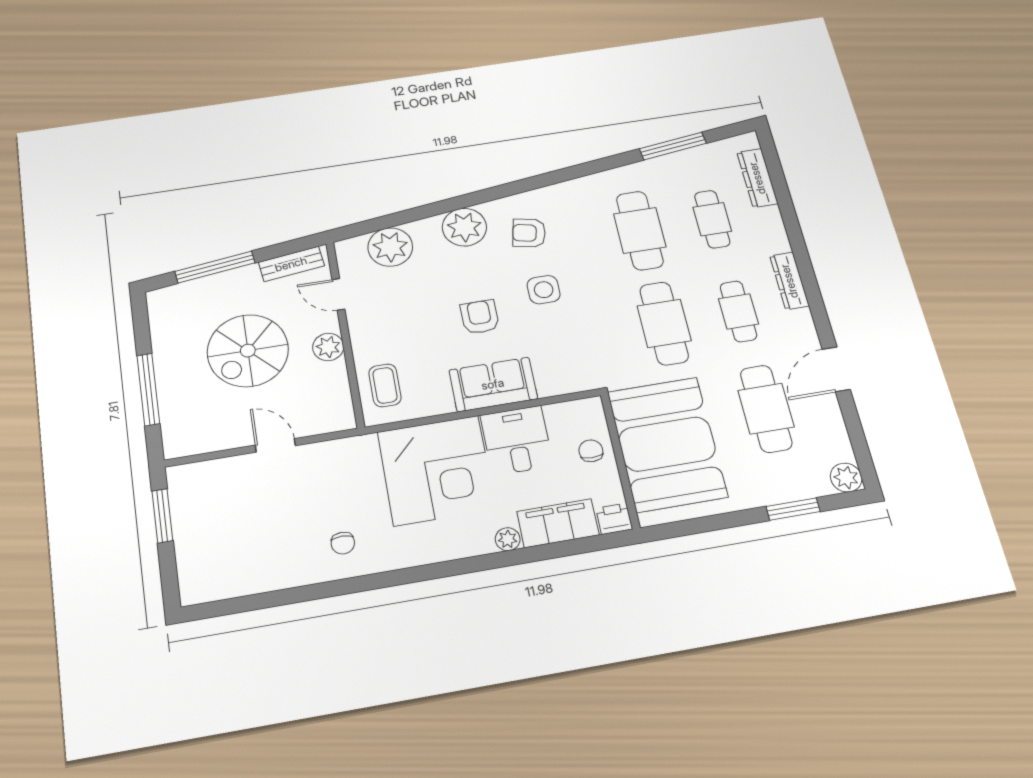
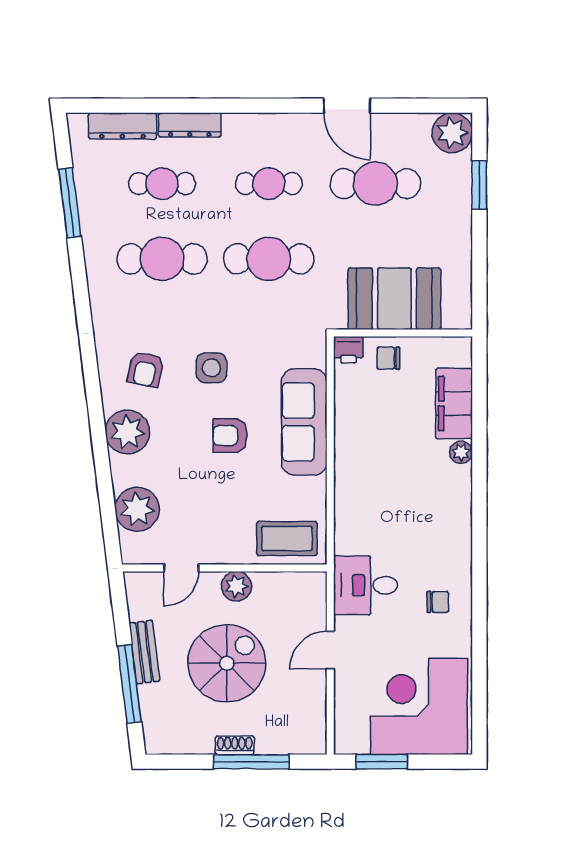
bench: (291, 264) -> (144, 652), moved
dresser: (789, 281) -> (190, 125), moved
spiral stairs: (248, 351) -> (227, 663), turned -90
shoe rack: (164, 371) -> (235, 745), added
sofa: (493, 384) -> (304, 422), width x1.36
coffee table: (385, 385) -> (287, 539), width x1.36, depth x1.30
desk: (517, 440) -> (365, 585), moved
booth: (667, 444) -> (394, 299), width x0.73, depth x0.70
corner desk: (436, 470) -> (419, 706), moved, turned -90
plant: (846, 478) -> (452, 133), width x1.36, depth x1.36
printer: (614, 519) -> (348, 350), moved, turned -90

